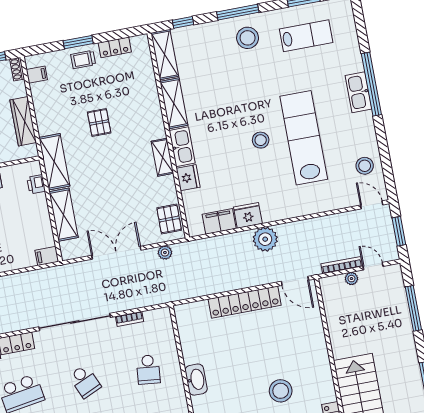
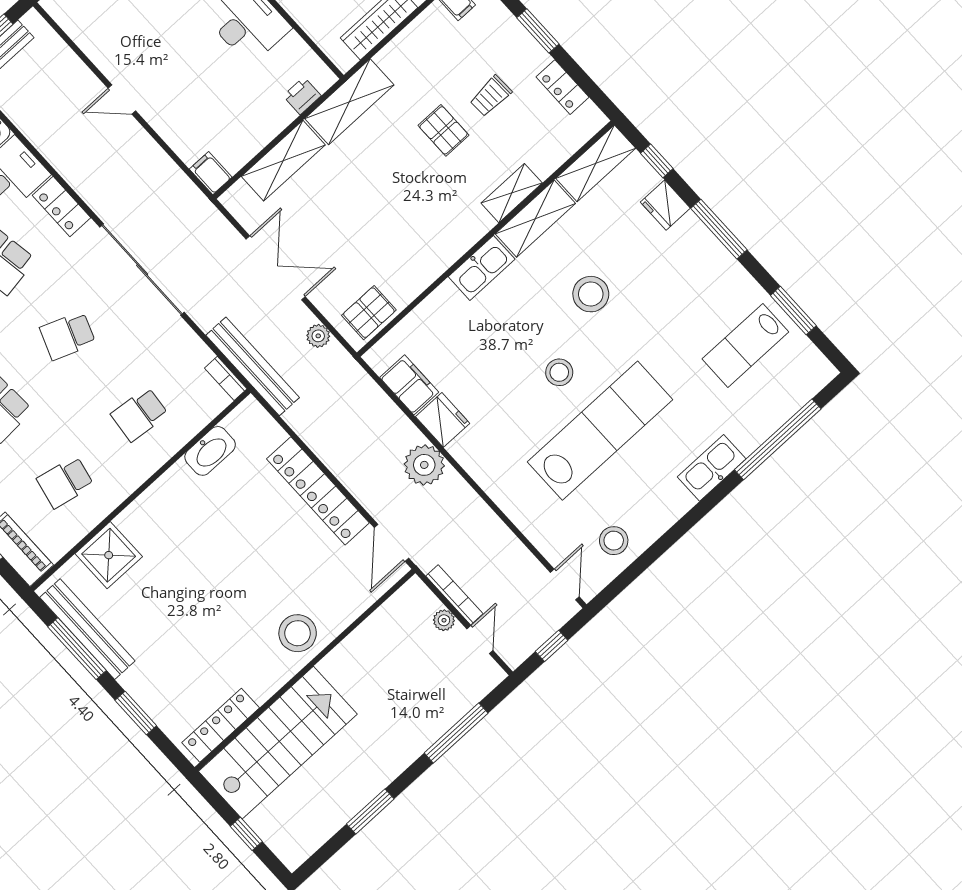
lab bench: (306, 36) -> (745, 345), turned 90
stool: (248, 38) -> (591, 294), moved
trolley: (83, 60) -> (491, 96), moved, turned -92
window: (371, 84) -> (778, 439), moved
pallet: (99, 122) -> (443, 130), turned 90
shelving: (162, 157) -> (512, 193), moved
fridge: (188, 178) -> (665, 205), moved, turned 90
window: (399, 231) -> (552, 646), width x0.67
bench: (160, 296) -> (253, 366), added
bookcase: (129, 319) -> (226, 378), moved
washbasin: (196, 380) -> (210, 451), moved
school desk: (85, 381) -> (68, 336), turned 45
stool: (281, 391) -> (298, 633), moved

